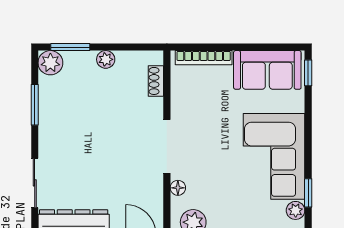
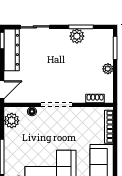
plant: (50, 63) -> (77, 36), moved

